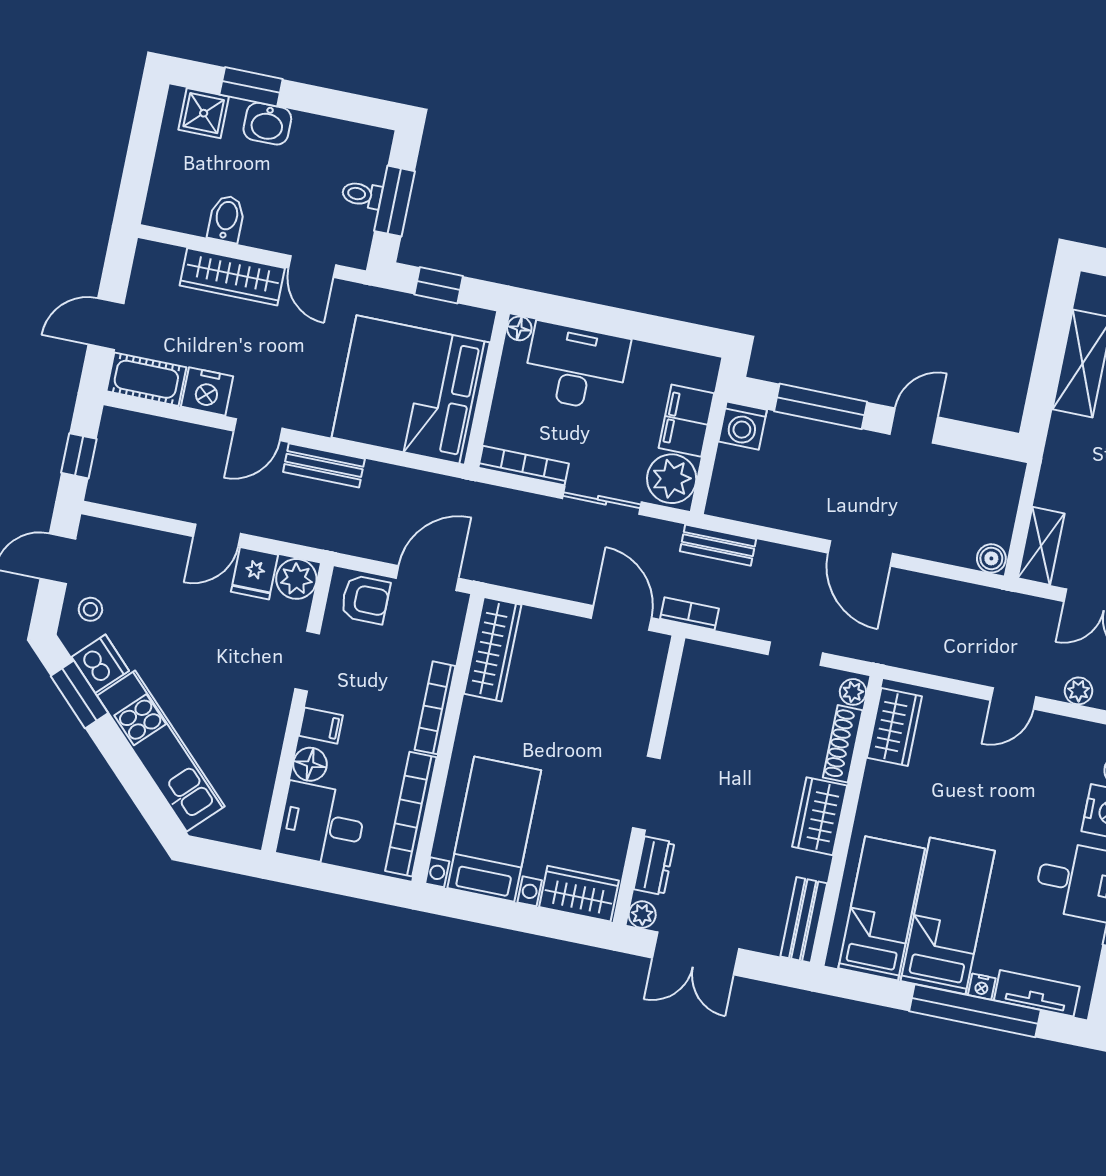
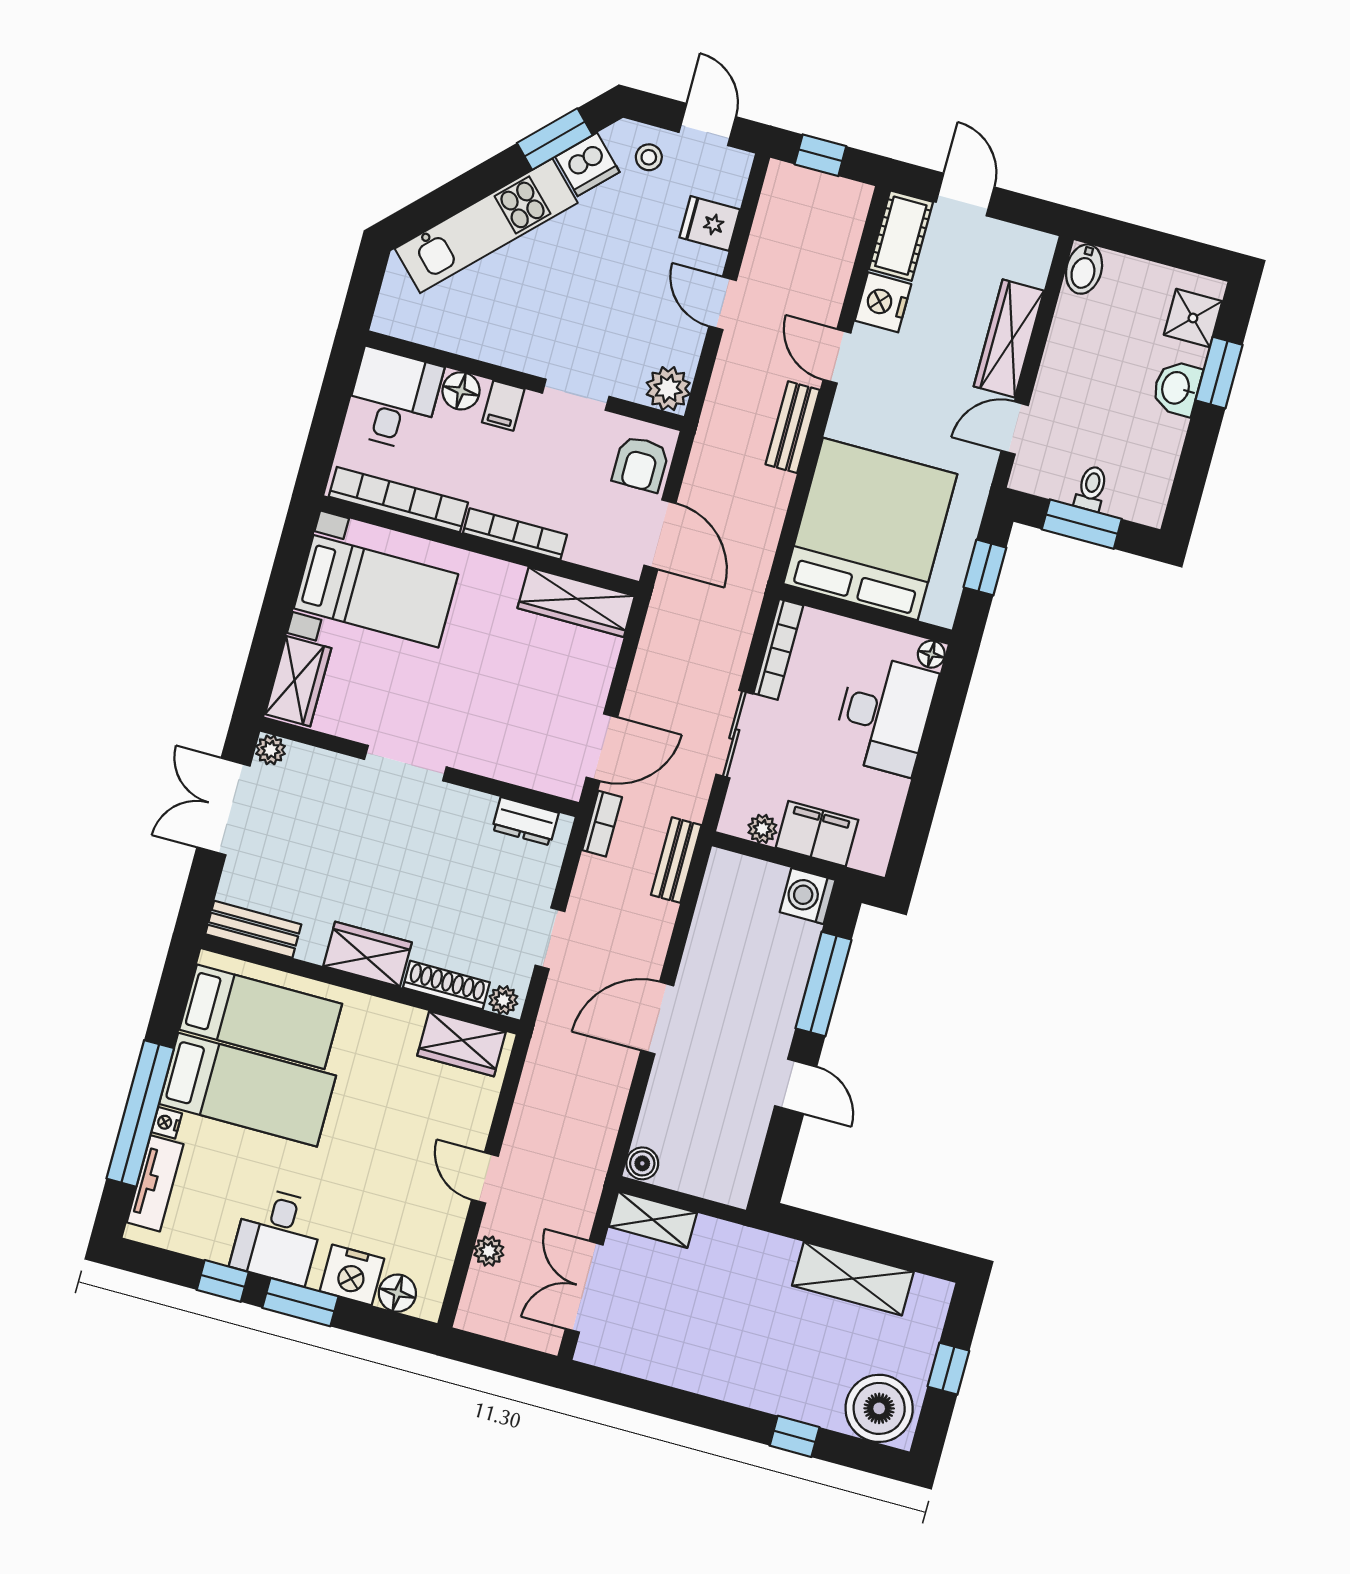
bidet: (226, 219) -> (1084, 269), moved, turned 90
plant: (672, 479) -> (762, 829), width x0.53, depth x0.53
fridge: (254, 573) -> (710, 223), moved
dresser: (654, 866) -> (525, 821), moved

